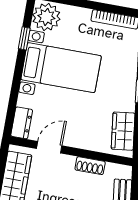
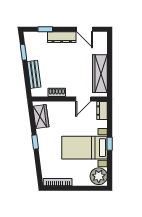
window: (24, 38) -> (110, 144), moved

